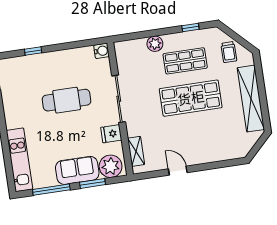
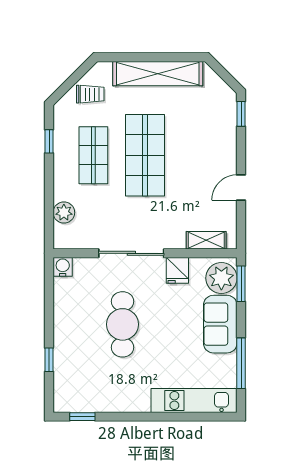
plant: (155, 44) -> (64, 213), moved
window: (231, 163) -> (241, 114), added
window: (92, 183) -> (241, 284), moved

